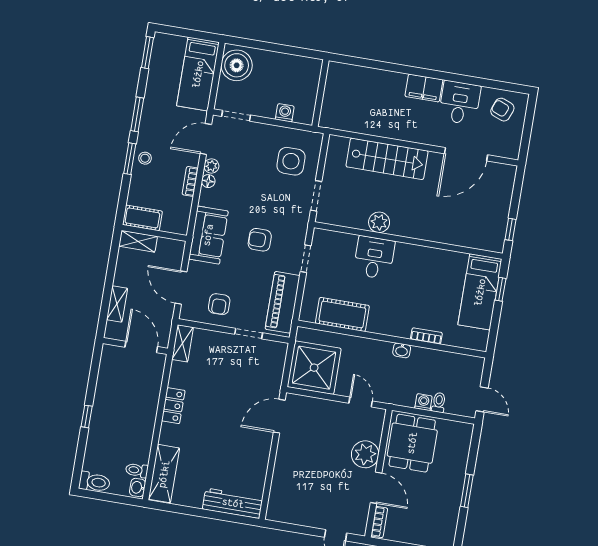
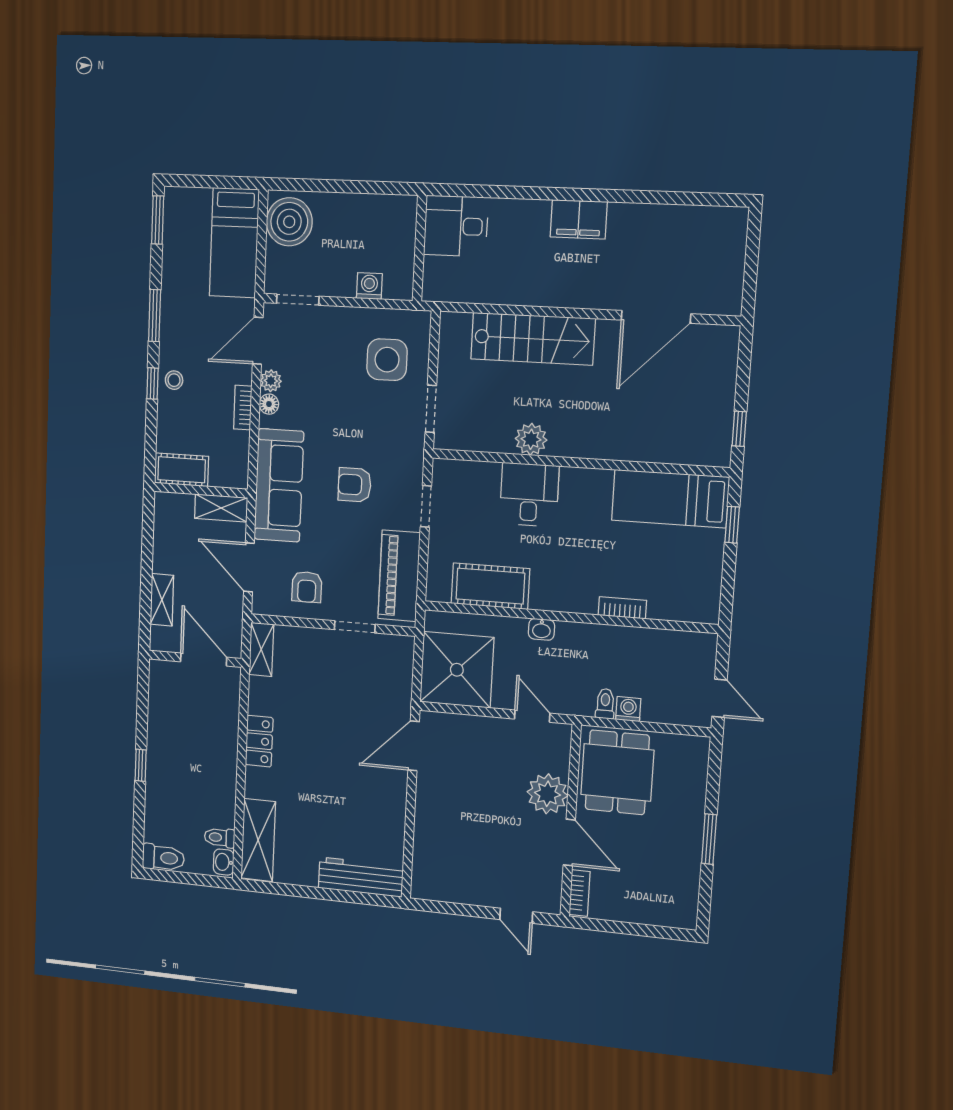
desk: (460, 103) -> (456, 226), moved, turned -90
armchair: (502, 110) -> (708, 238), removed
window: (130, 159) -> (152, 383), width x0.67
sofa: (208, 235) -> (279, 485), width x1.36
shelving: (138, 241) -> (221, 508), moved
bed: (480, 292) -> (670, 499), moved, turned 90
washbasin: (402, 350) -> (541, 629), moved
toilet: (439, 402) -> (605, 704), moved

